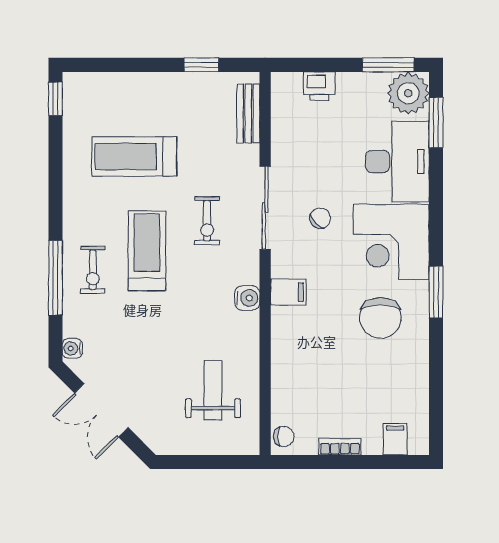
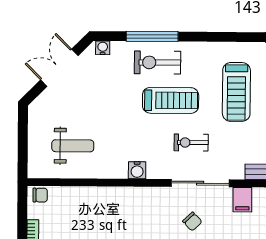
treadmill: (134, 156) -> (236, 92), turned 180
exercise bike: (93, 270) -> (157, 62), width x1.38, depth x1.39
filing cabinet: (288, 292) -> (242, 200), moved
chair: (284, 437) -> (40, 195), turned -90

